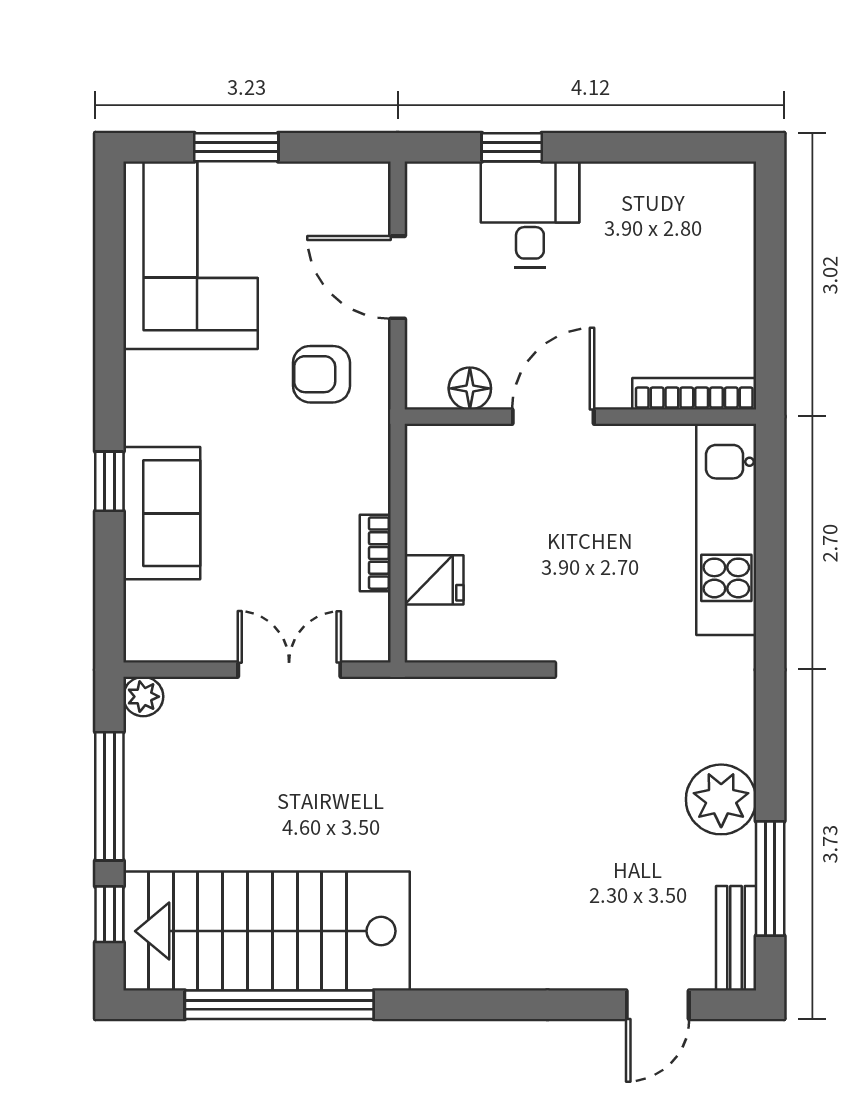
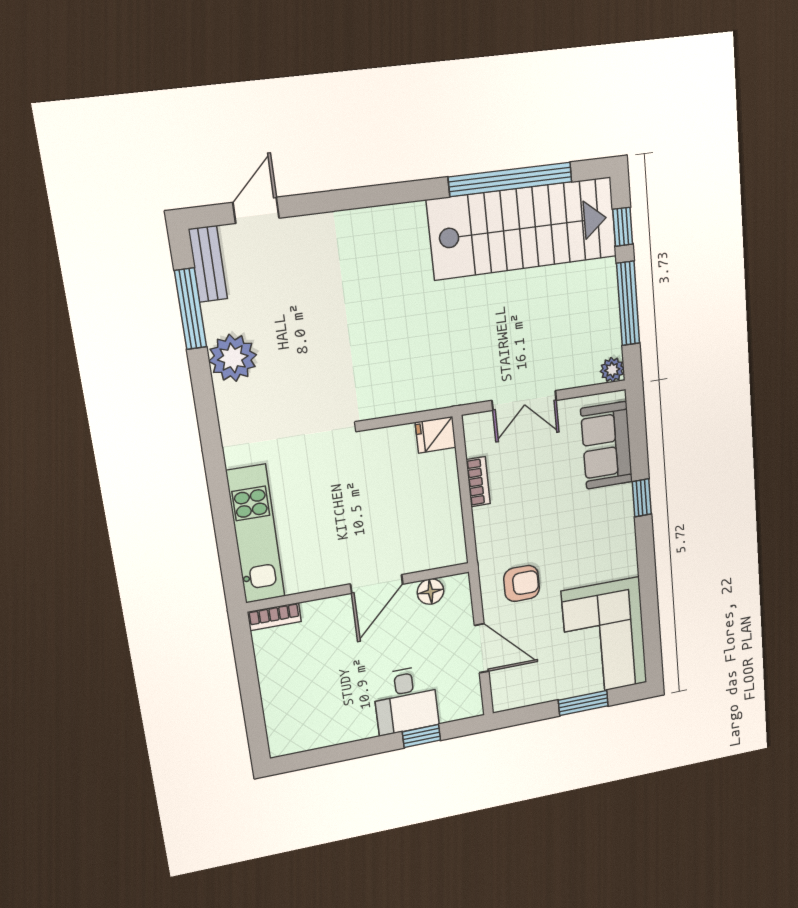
bookcase: (694, 394) -> (274, 617), width x0.64
sofa: (162, 513) -> (607, 445), moved
fridge: (434, 580) -> (436, 435), moved

